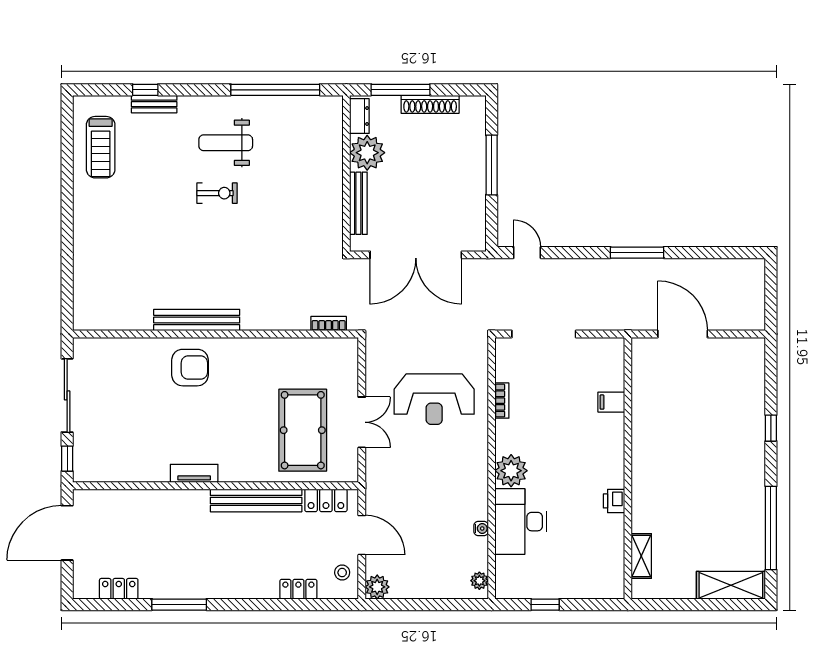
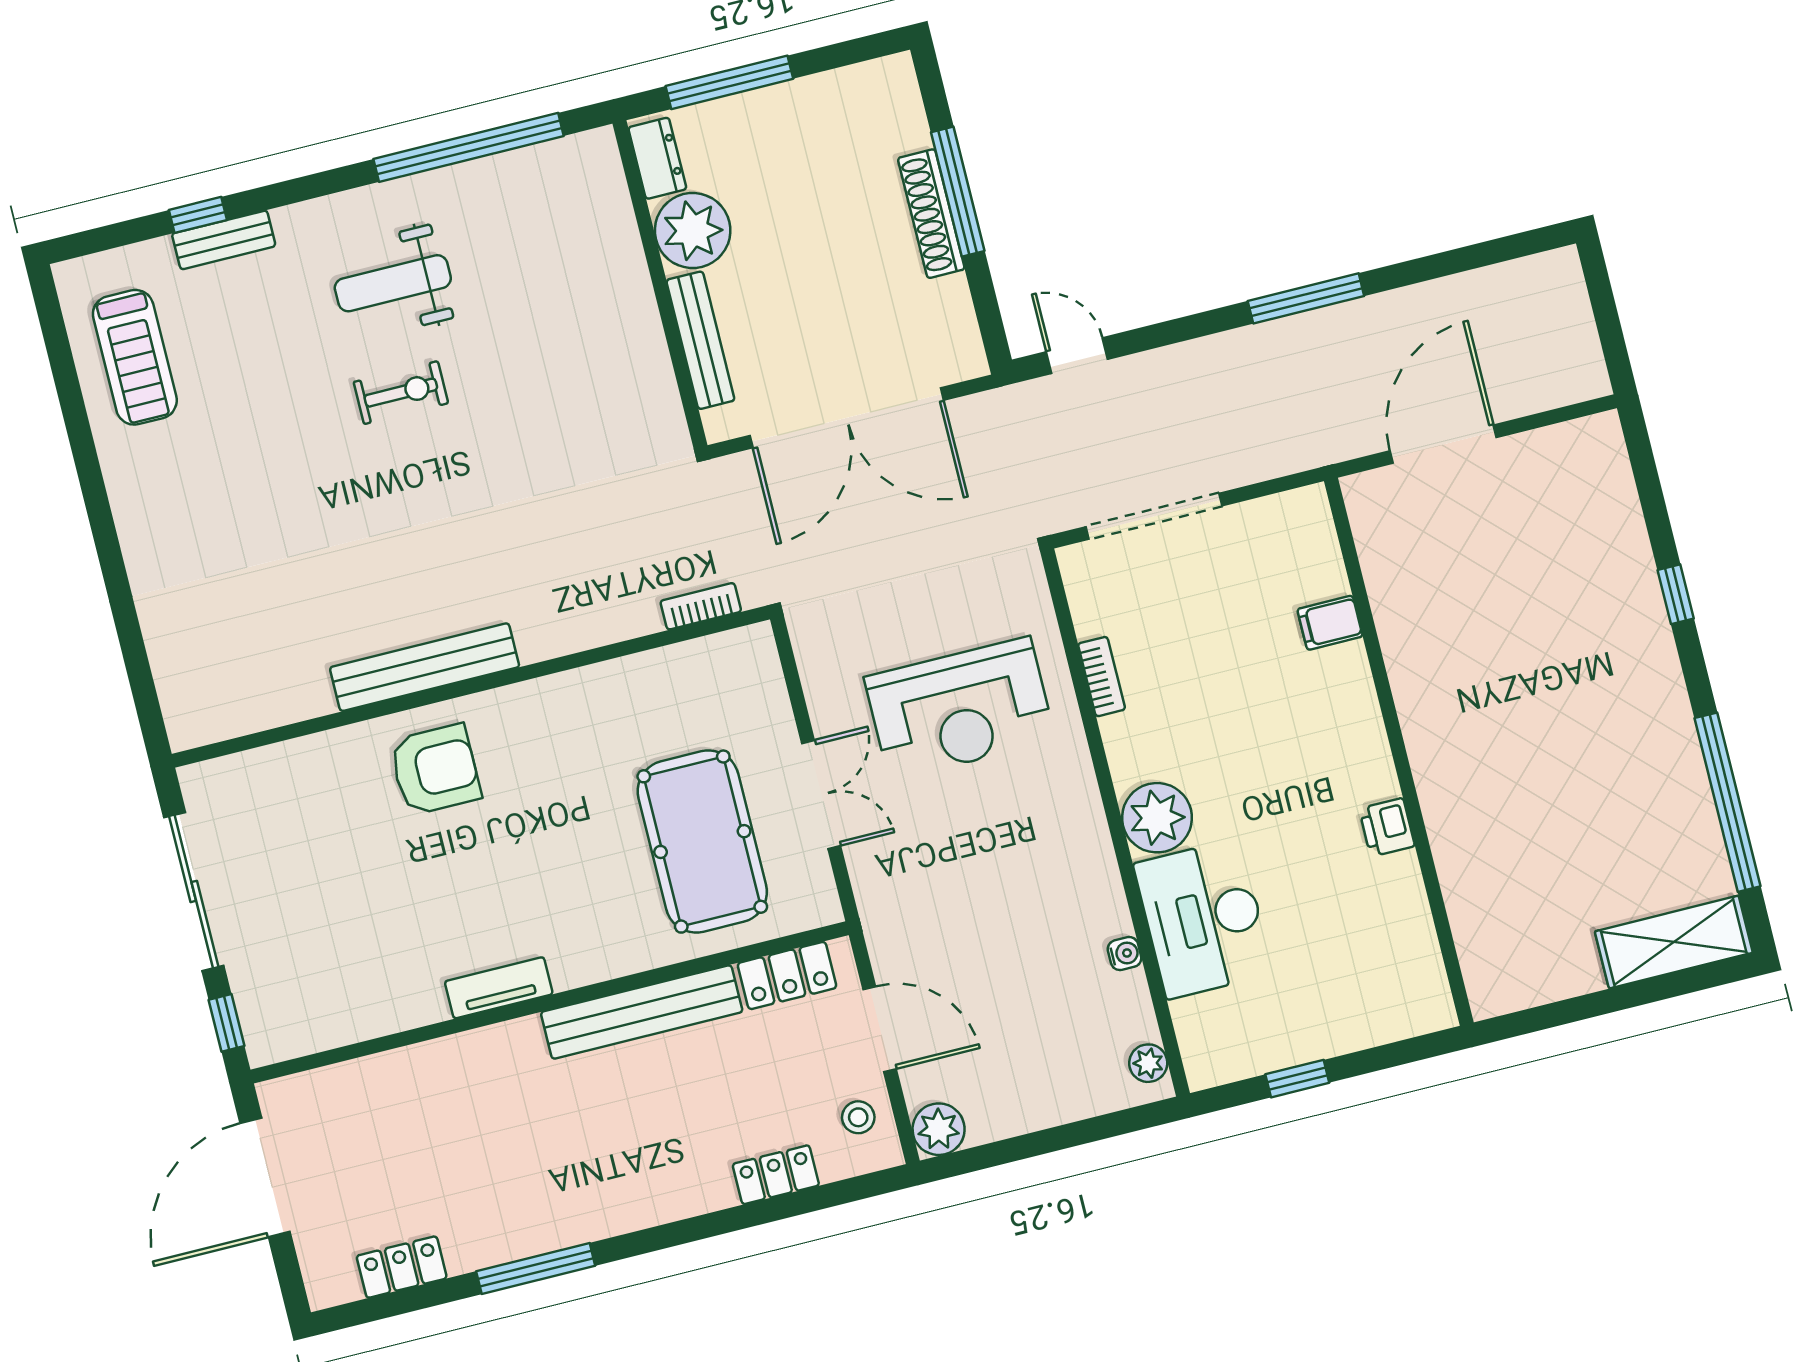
shoe rack: (430, 104) -> (931, 214), moved, turned 90
door: (683, 334) -> (1443, 444), hinge flipped
shelving: (641, 556) -> (1472, 928), removed

